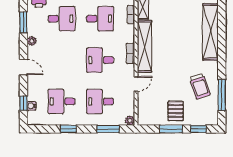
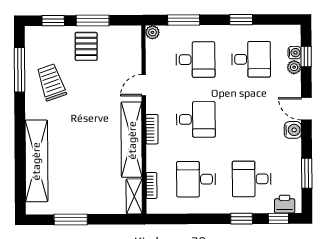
plant: (32, 41) -> (294, 67), moved
water cooler: (33, 52) -> (293, 130), added

